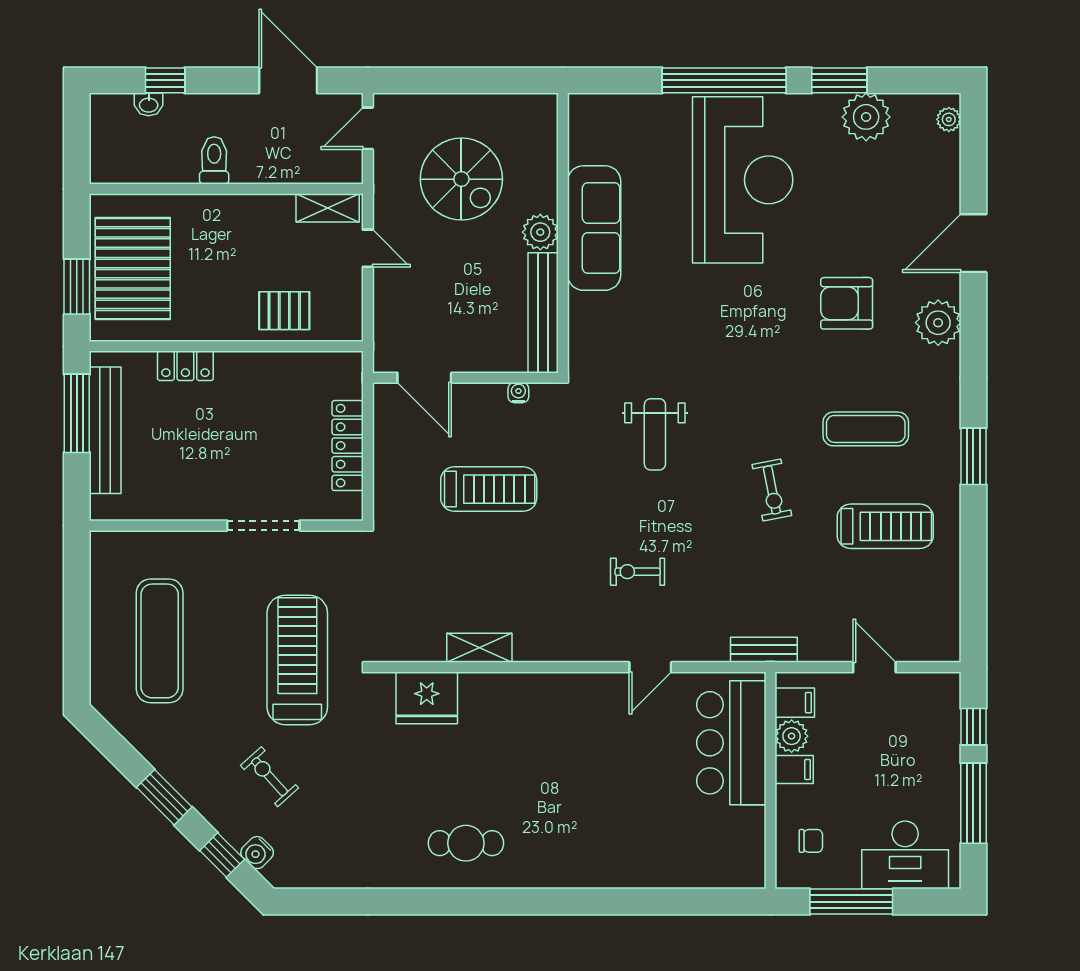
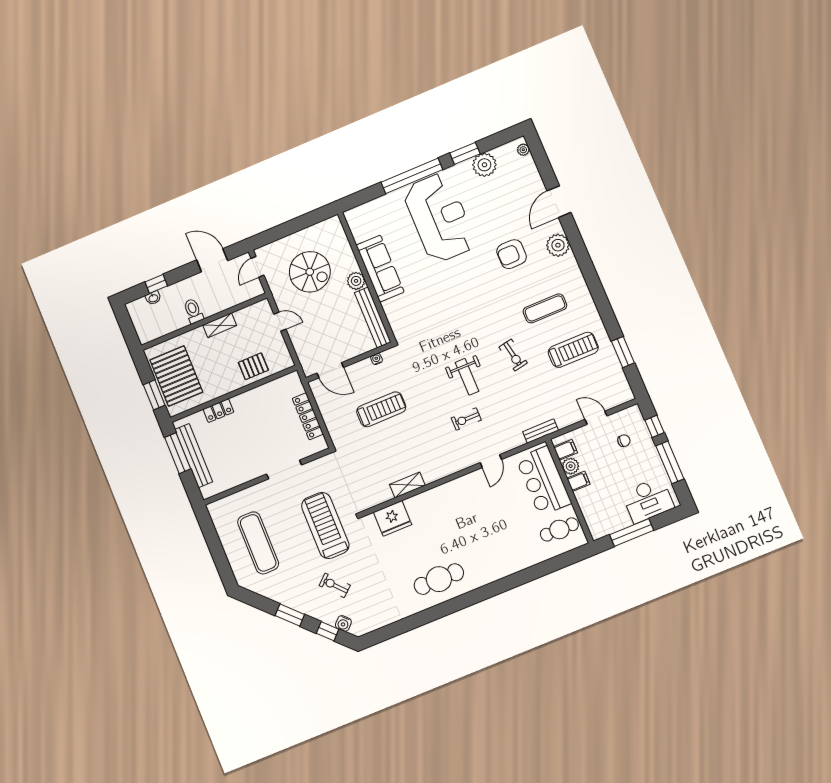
shelving: (328, 208) -> (220, 325), moved
weight bench: (655, 434) -> (467, 377), moved
window: (973, 456) -> (623, 352), moved
chair: (811, 841) -> (624, 441), moved
cafe table: (466, 843) -> (439, 579), width x1.37, depth x1.35
cafe table: (723, 843) -> (559, 529), added

